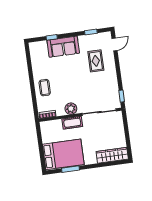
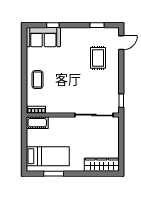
sofa: (63, 47) -> (43, 37), moved
plant: (71, 109) -> (63, 107), removed
cot: (72, 123) -> (37, 123), moved
bed: (63, 154) -> (48, 156), width x0.67

